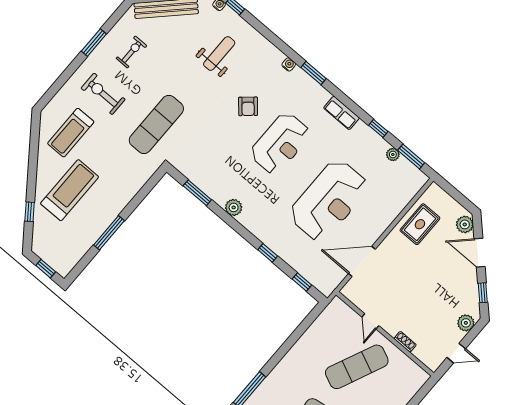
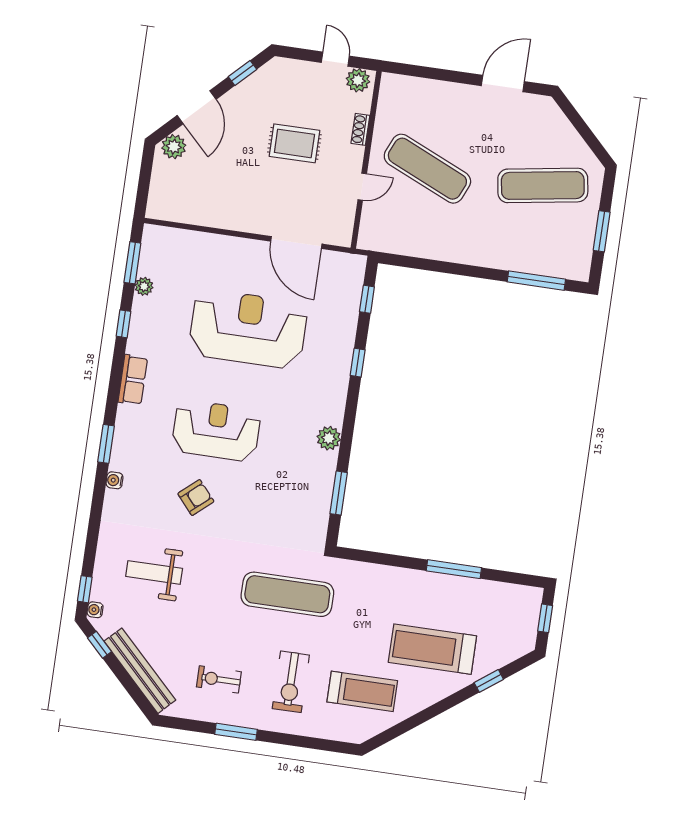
rug: (420, 224) -> (294, 143), moved
plant: (466, 323) -> (358, 80), moved

